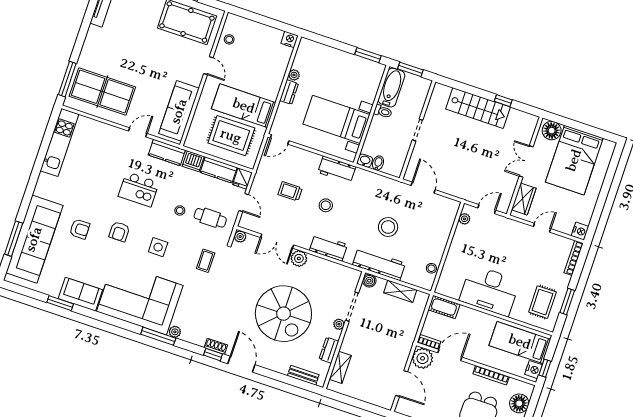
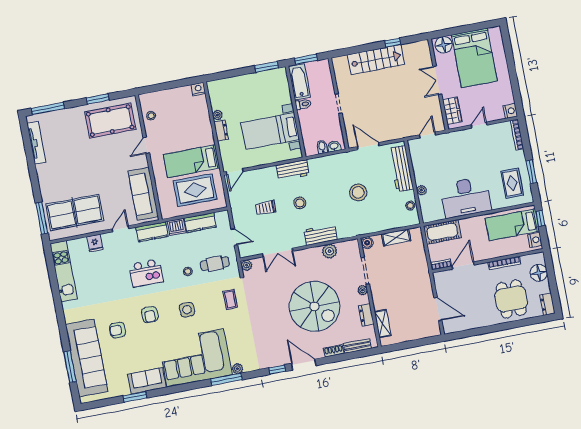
door: (208, 66) -> (146, 145), swing flipped
washbasin: (365, 161) -> (334, 146), moved
fridge: (242, 178) -> (95, 243), moved
plant: (464, 219) -> (422, 190), moved
armchair: (80, 229) -> (118, 330), turned 180
plant: (299, 258) -> (330, 251), moved
workbench: (379, 264) -> (401, 169), moved, turned -90
cot: (444, 307) -> (442, 232), width x1.37, depth x1.34
shoe rack: (216, 346) -> (334, 351), moved
plant: (423, 358) -> (443, 280), removed
window: (545, 368) -> (540, 218), moved

